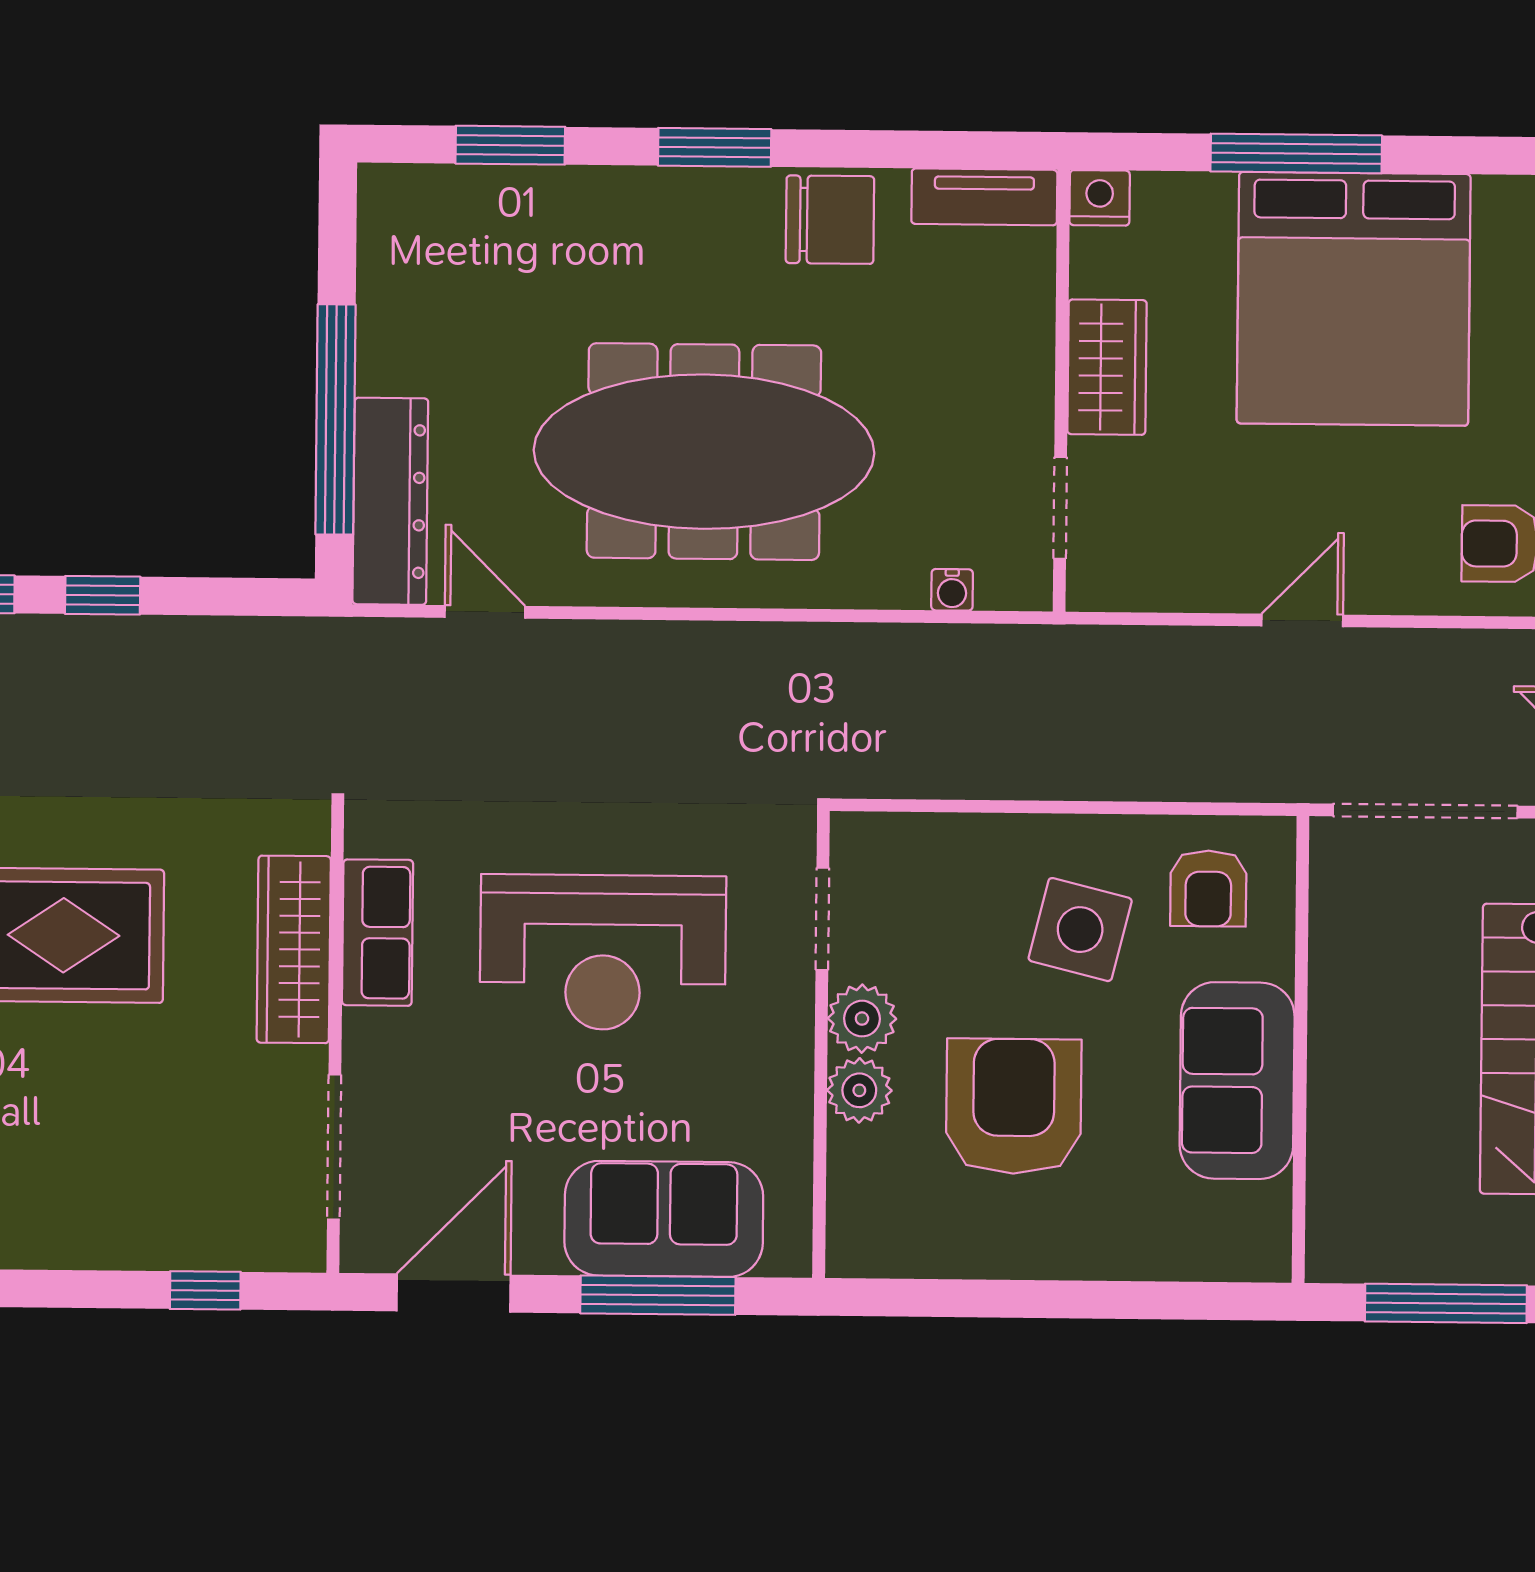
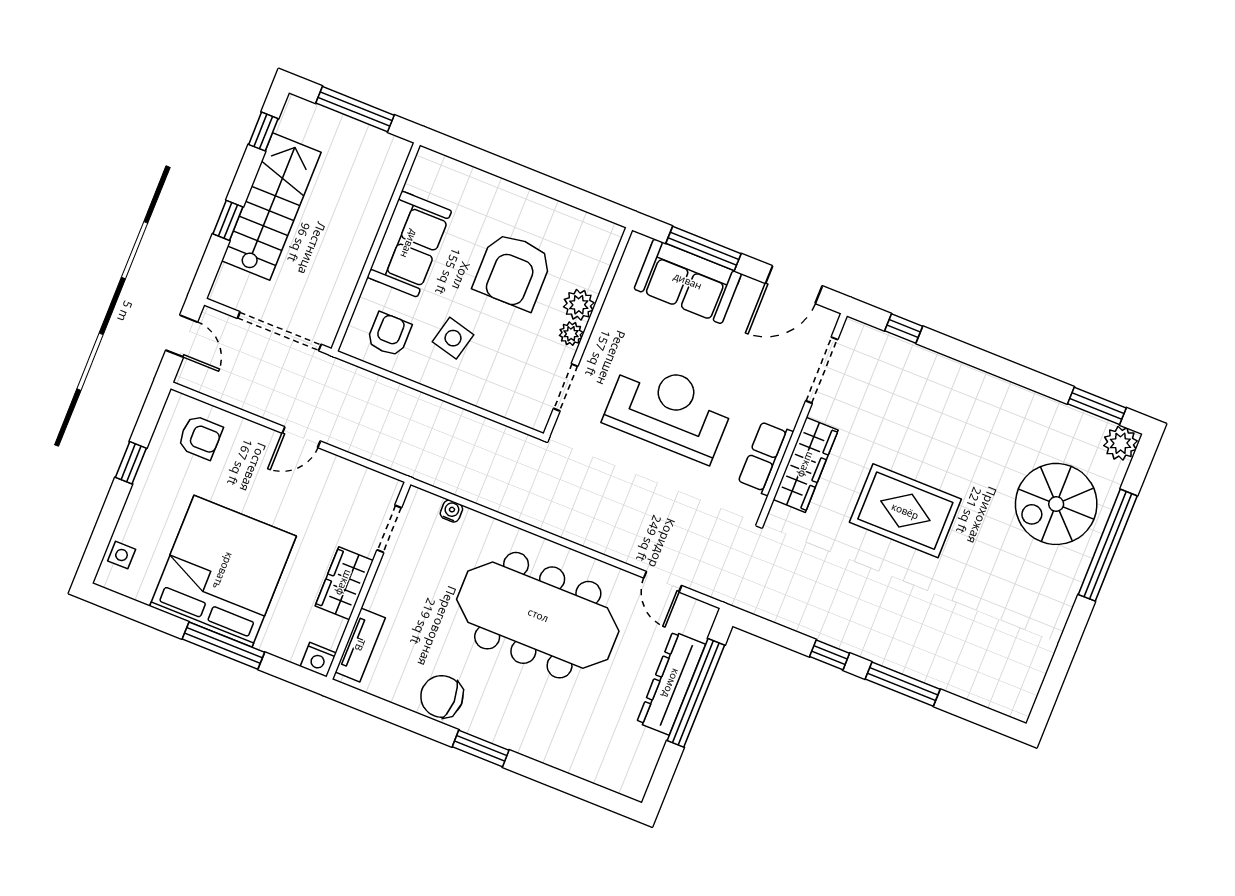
window: (510, 145) -> (571, 785), removed
tv unit: (984, 197) -> (360, 645), moved, turned 90
dresser: (390, 501) -> (671, 683), moved
side table: (1080, 930) -> (453, 338), width x0.73, depth x0.73
plant: (862, 1019) -> (571, 334), width x0.73, depth x0.73

